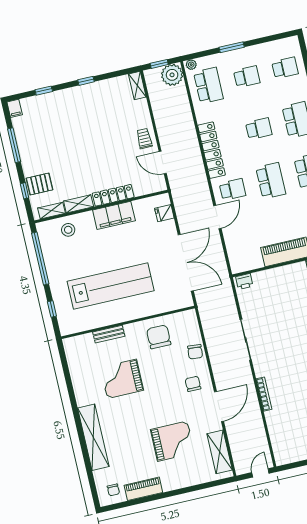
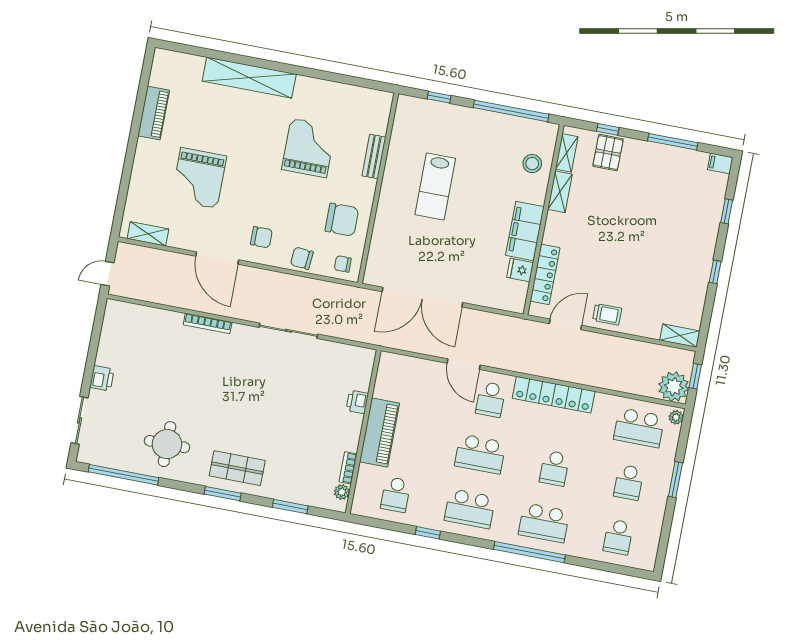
locker: (113, 195) -> (545, 274), moved
fridge: (164, 213) -> (520, 270), moved, turned -90
printer: (244, 281) -> (357, 402), moved
lab bench: (111, 286) -> (435, 186), width x0.54, depth x0.72
shelving: (220, 452) -> (148, 234), width x0.67, depth x0.75
door: (260, 473) -> (107, 274), swing flipped
chair: (113, 490) -> (343, 264), moved

